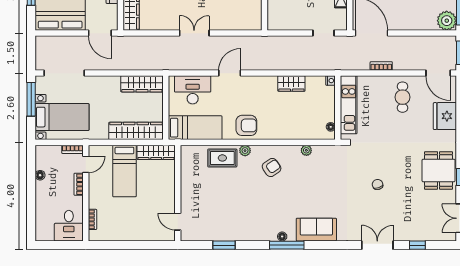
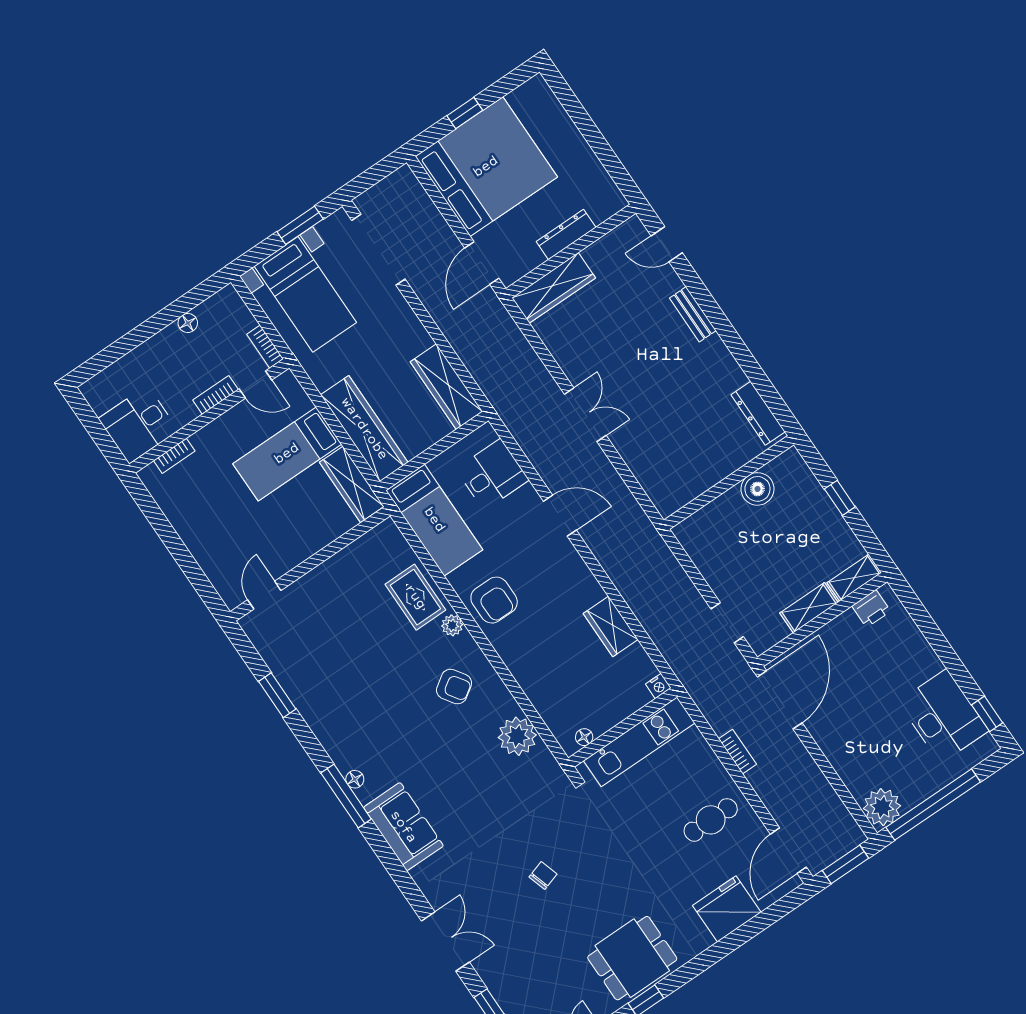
desk: (193, 90) -> (492, 475), width x0.73
window: (31, 99) -> (300, 225), width x0.69
plant: (306, 150) -> (517, 736), width x1.88, depth x1.88

